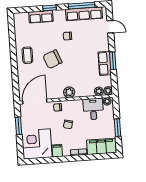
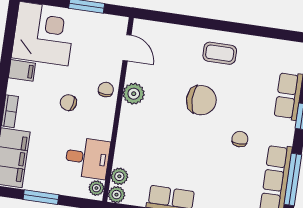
chair: (52, 59) -> (201, 100), turned 111
plant: (69, 92) -> (134, 94), moved
door: (35, 101) -> (127, 48), width x0.53

